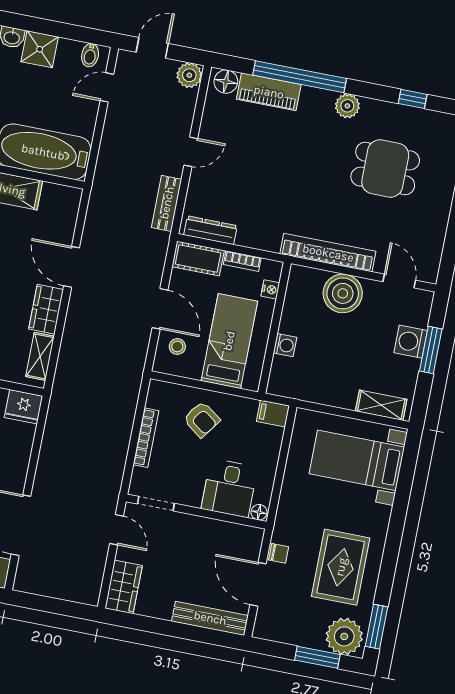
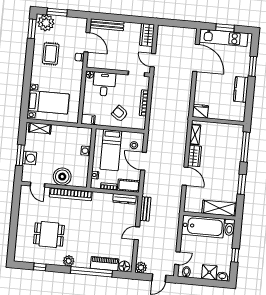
rug: (341, 567) -> (51, 54), width x0.73, depth x0.70

